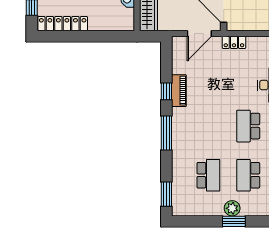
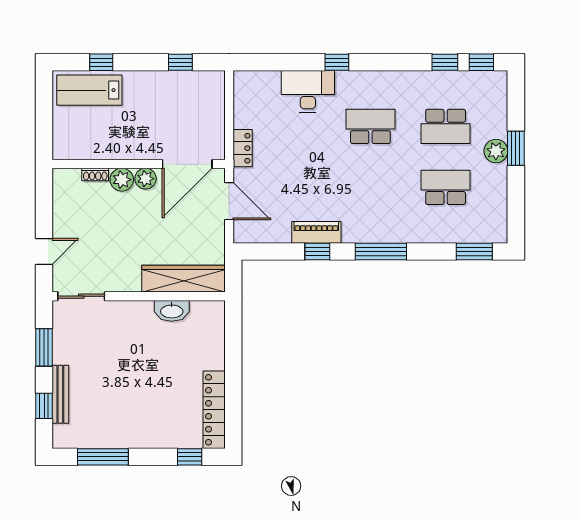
school desk: (248, 126) -> (370, 126), turned 180

